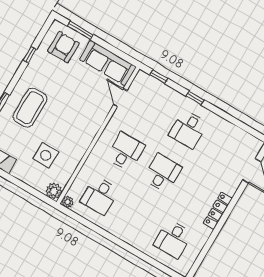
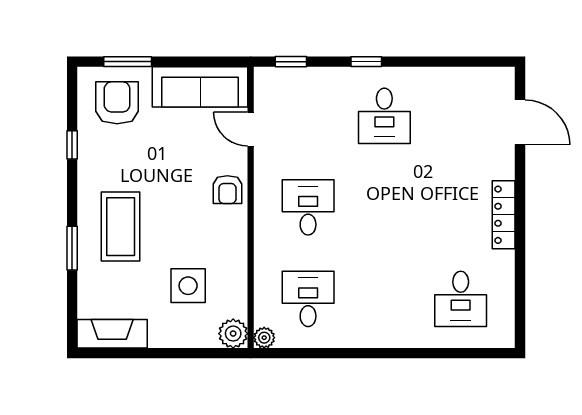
armchair: (92, 120) -> (227, 190), added
desk: (162, 173) -> (384, 207), removed
desk: (100, 196) -> (308, 299), turned 180

